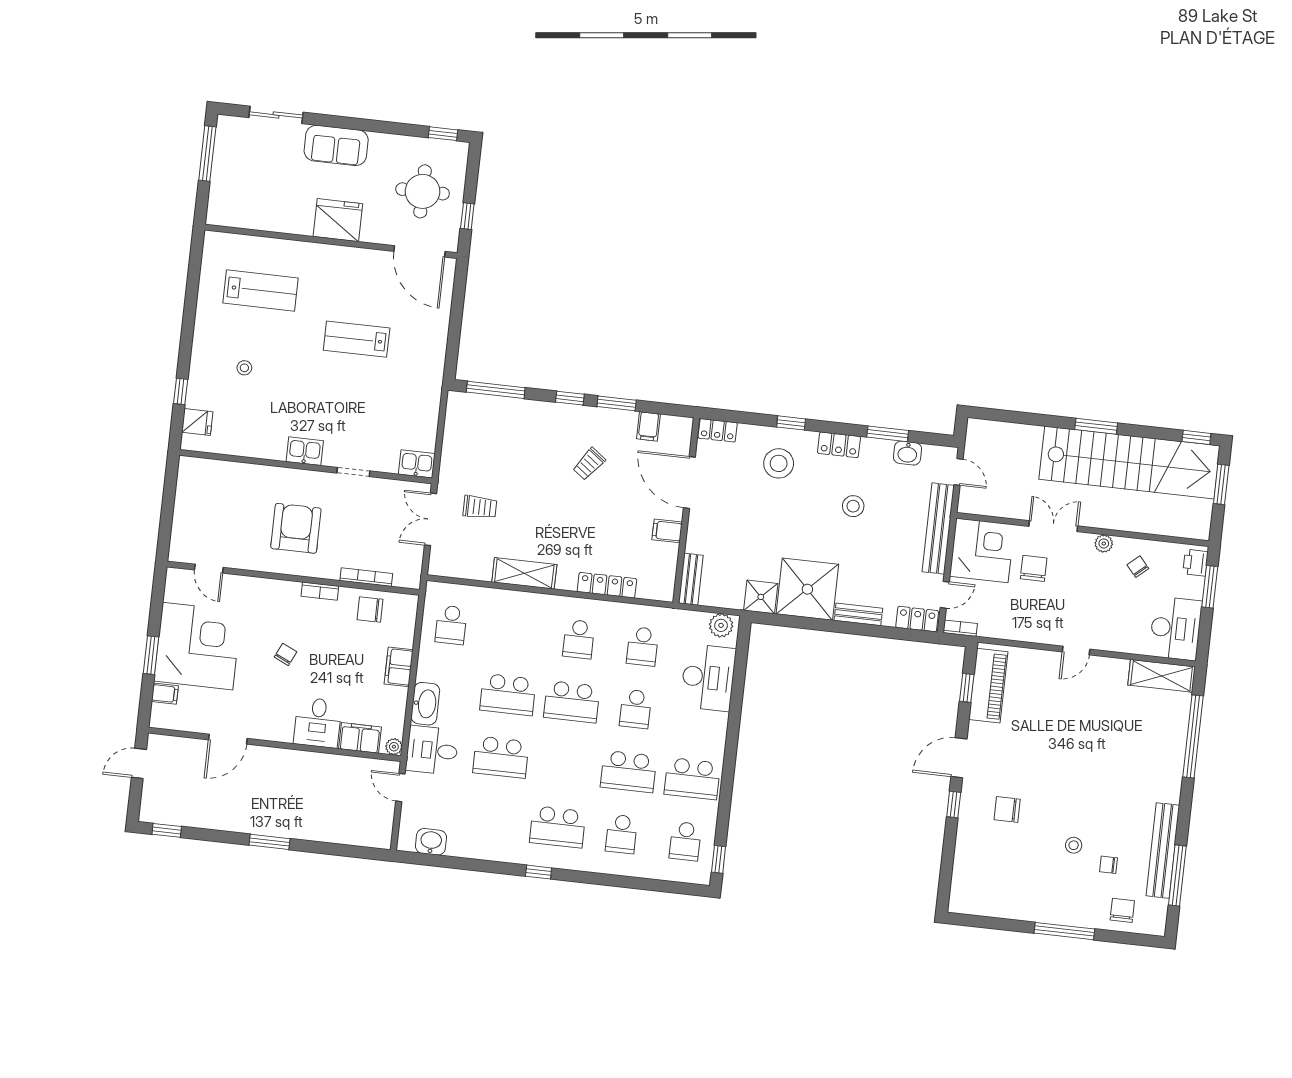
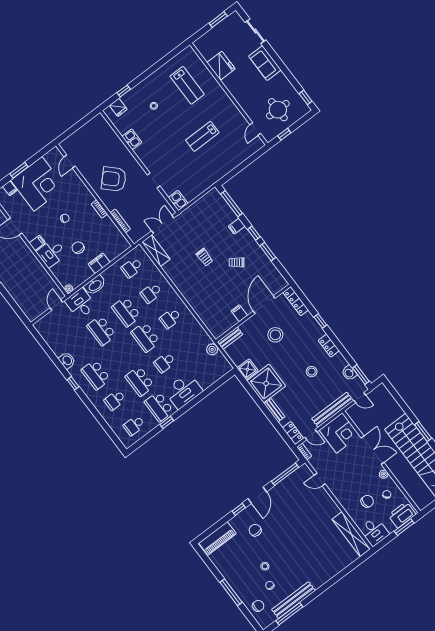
window: (207, 153) -> (218, 20), width x0.69
fridge: (338, 220) -> (221, 66), moved
door: (420, 251) -> (255, 129), width x0.53
lab bench: (357, 339) -> (202, 136), turned -90
filing cabinet: (648, 426) -> (237, 226), moved
locker: (718, 430) -> (296, 301), width x1.53
window: (888, 434) -> (361, 375), moved
kitchen sink: (305, 451) -> (132, 139), moved
stool: (779, 463) -> (275, 335), moved
door: (958, 472) -> (360, 398), hinge flipped
trolley: (480, 507) -> (204, 257), moved
double door: (1053, 526) -> (373, 450), width x1.37
armchair: (296, 528) -> (114, 179), turned -136
printer: (1195, 563) -> (402, 515), width x1.87, depth x1.48
chair: (1034, 568) -> (367, 501), moved
shelving: (524, 573) -> (156, 251), moved
locker: (607, 585) -> (199, 310), removed
chair: (370, 609) -> (78, 248), moved
plant: (721, 625) -> (212, 349), moved
desk: (1176, 628) -> (374, 531), width x0.73
school desk: (642, 646) -> (151, 293), moved
door: (1076, 650) -> (320, 480), moved
shelving: (1162, 676) -> (351, 534), width x1.47
desk: (708, 678) -> (184, 391), moved
piano: (988, 686) -> (218, 538), moved
window: (967, 688) -> (285, 474), width x2.17
window: (1193, 736) -> (345, 572), removed
filing cabinet: (360, 738) -> (37, 243), moved, width x0.50
door: (959, 758) -> (257, 495), swing flipped
washbasin: (431, 842) -> (67, 360), moved
window: (719, 859) -> (167, 423), moved

